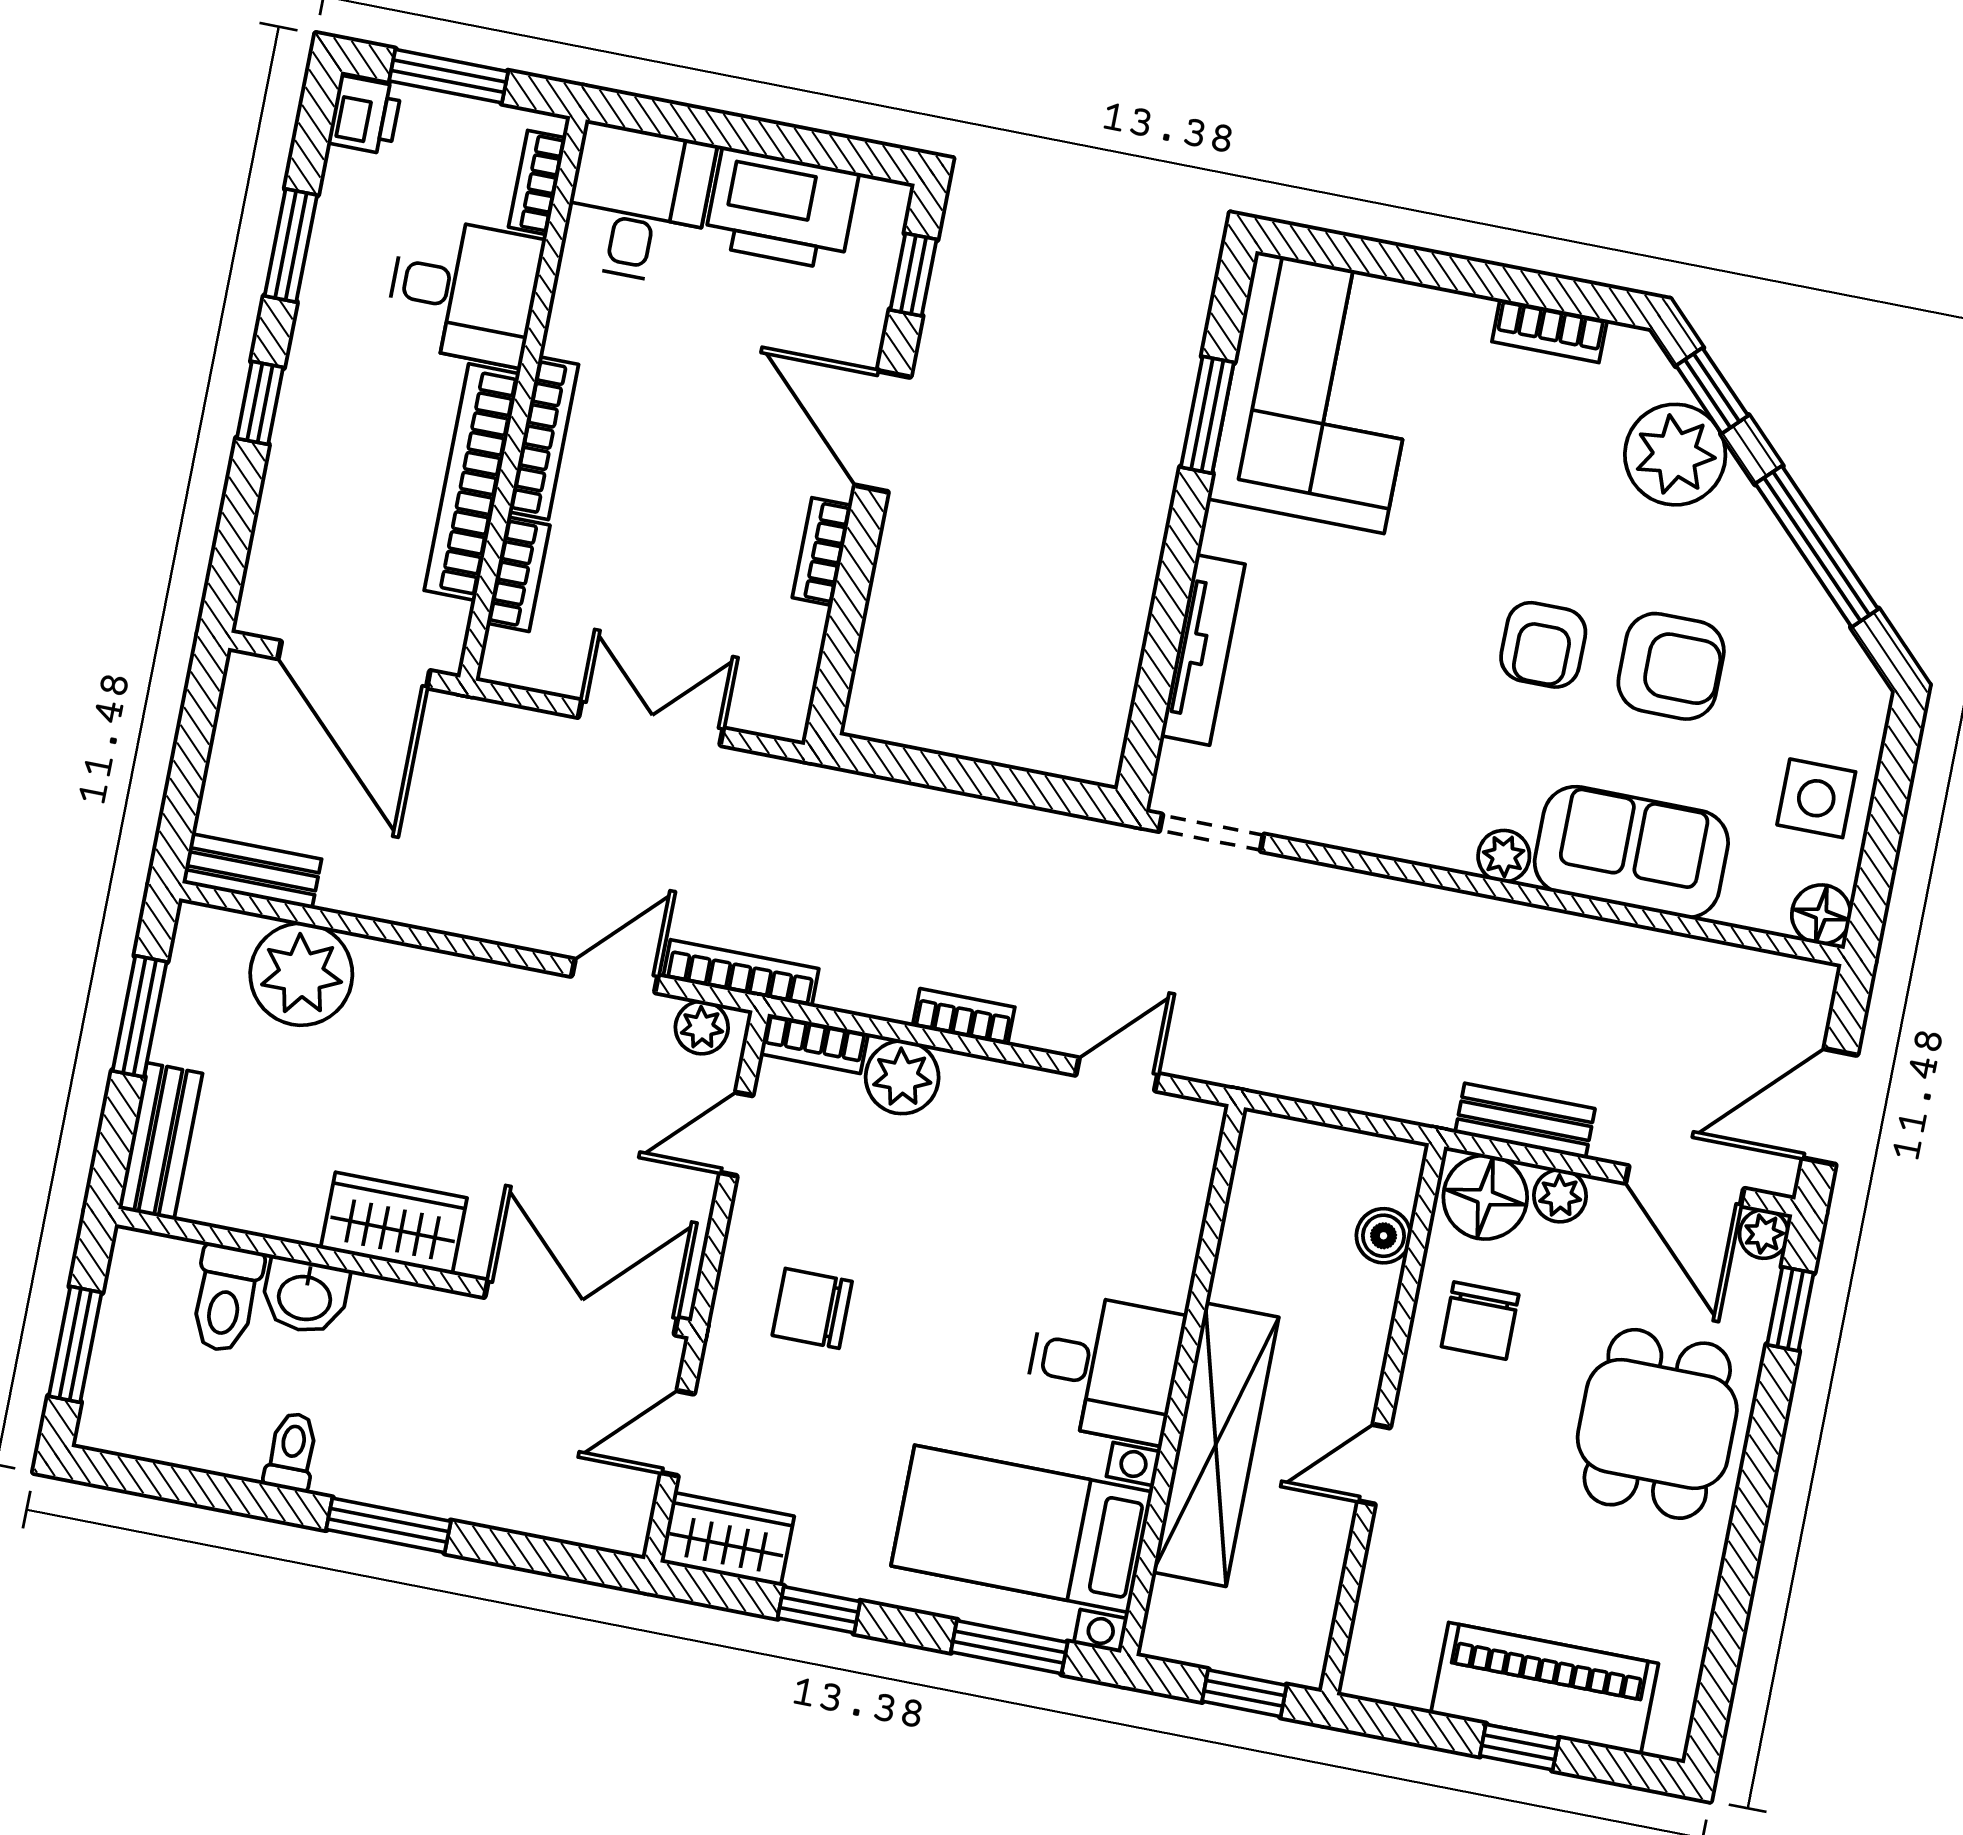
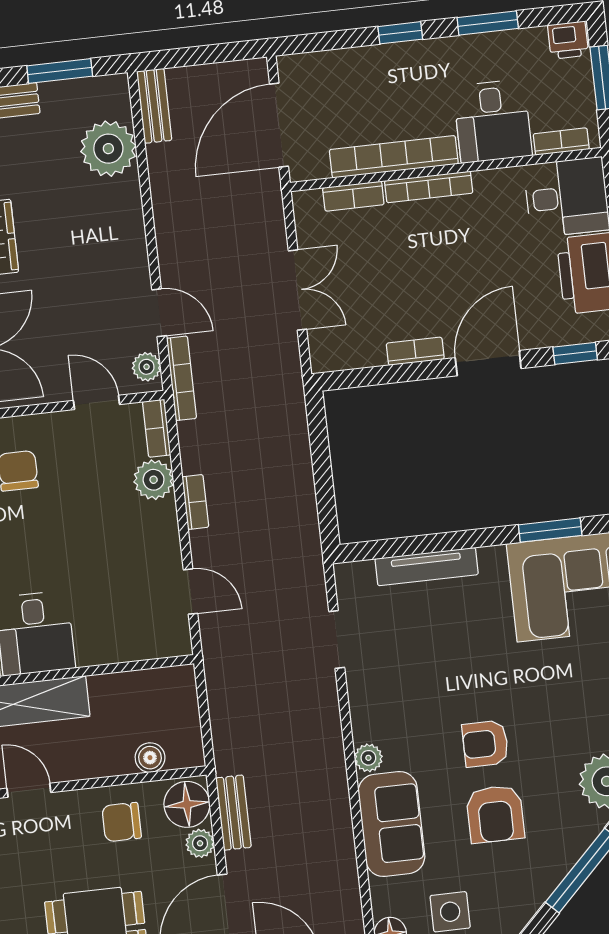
doorway: (1211, 833) -> (337, 639), moved

